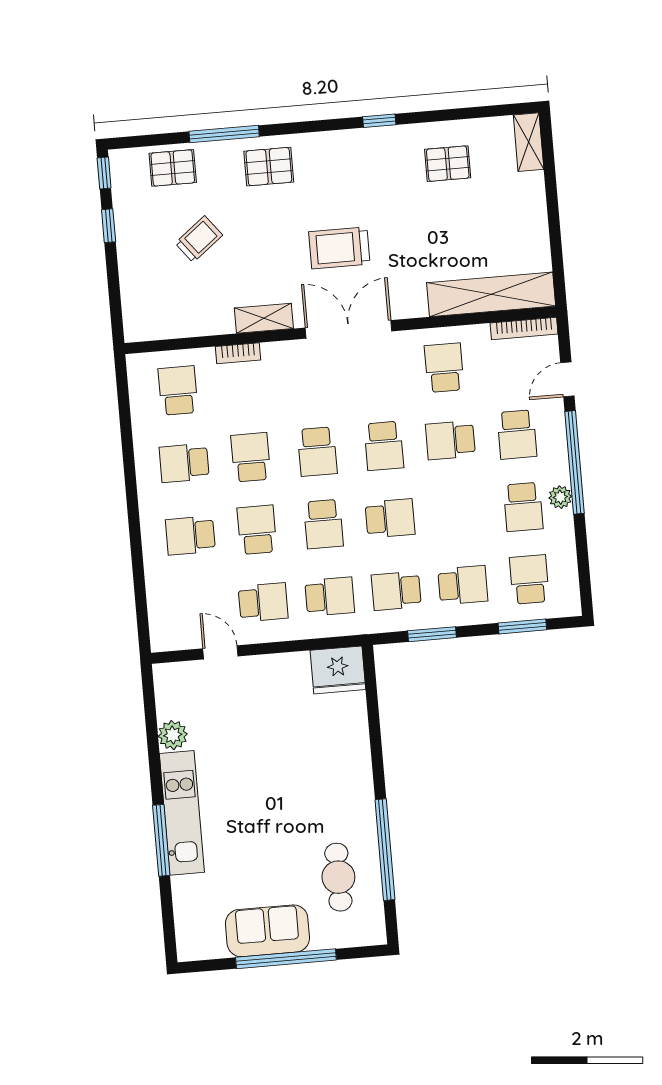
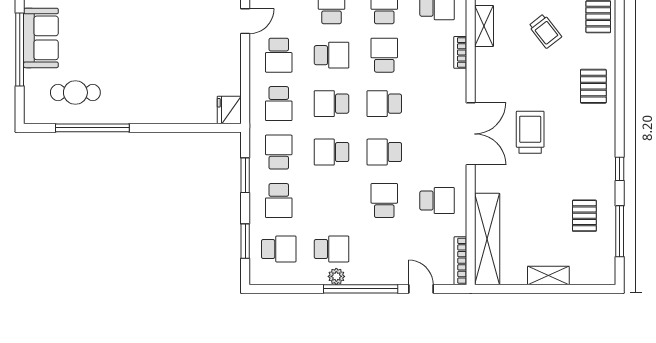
window: (224, 134) -> (620, 231), moved
shelving: (529, 142) -> (548, 276), moved
shelving: (264, 318) -> (484, 26), moved
school desk: (517, 434) -> (384, 249), removed
school desk: (251, 457) -> (384, 55), turned -90
school desk: (523, 507) -> (331, 249), turned 180
school desk: (390, 518) -> (331, 152), turned 90
fridge: (338, 670) -> (229, 110), width x0.73, depth x0.75

